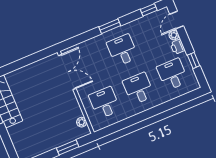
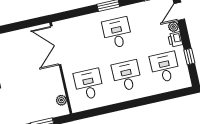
double door: (67, 72) -> (56, 45), swing flipped

